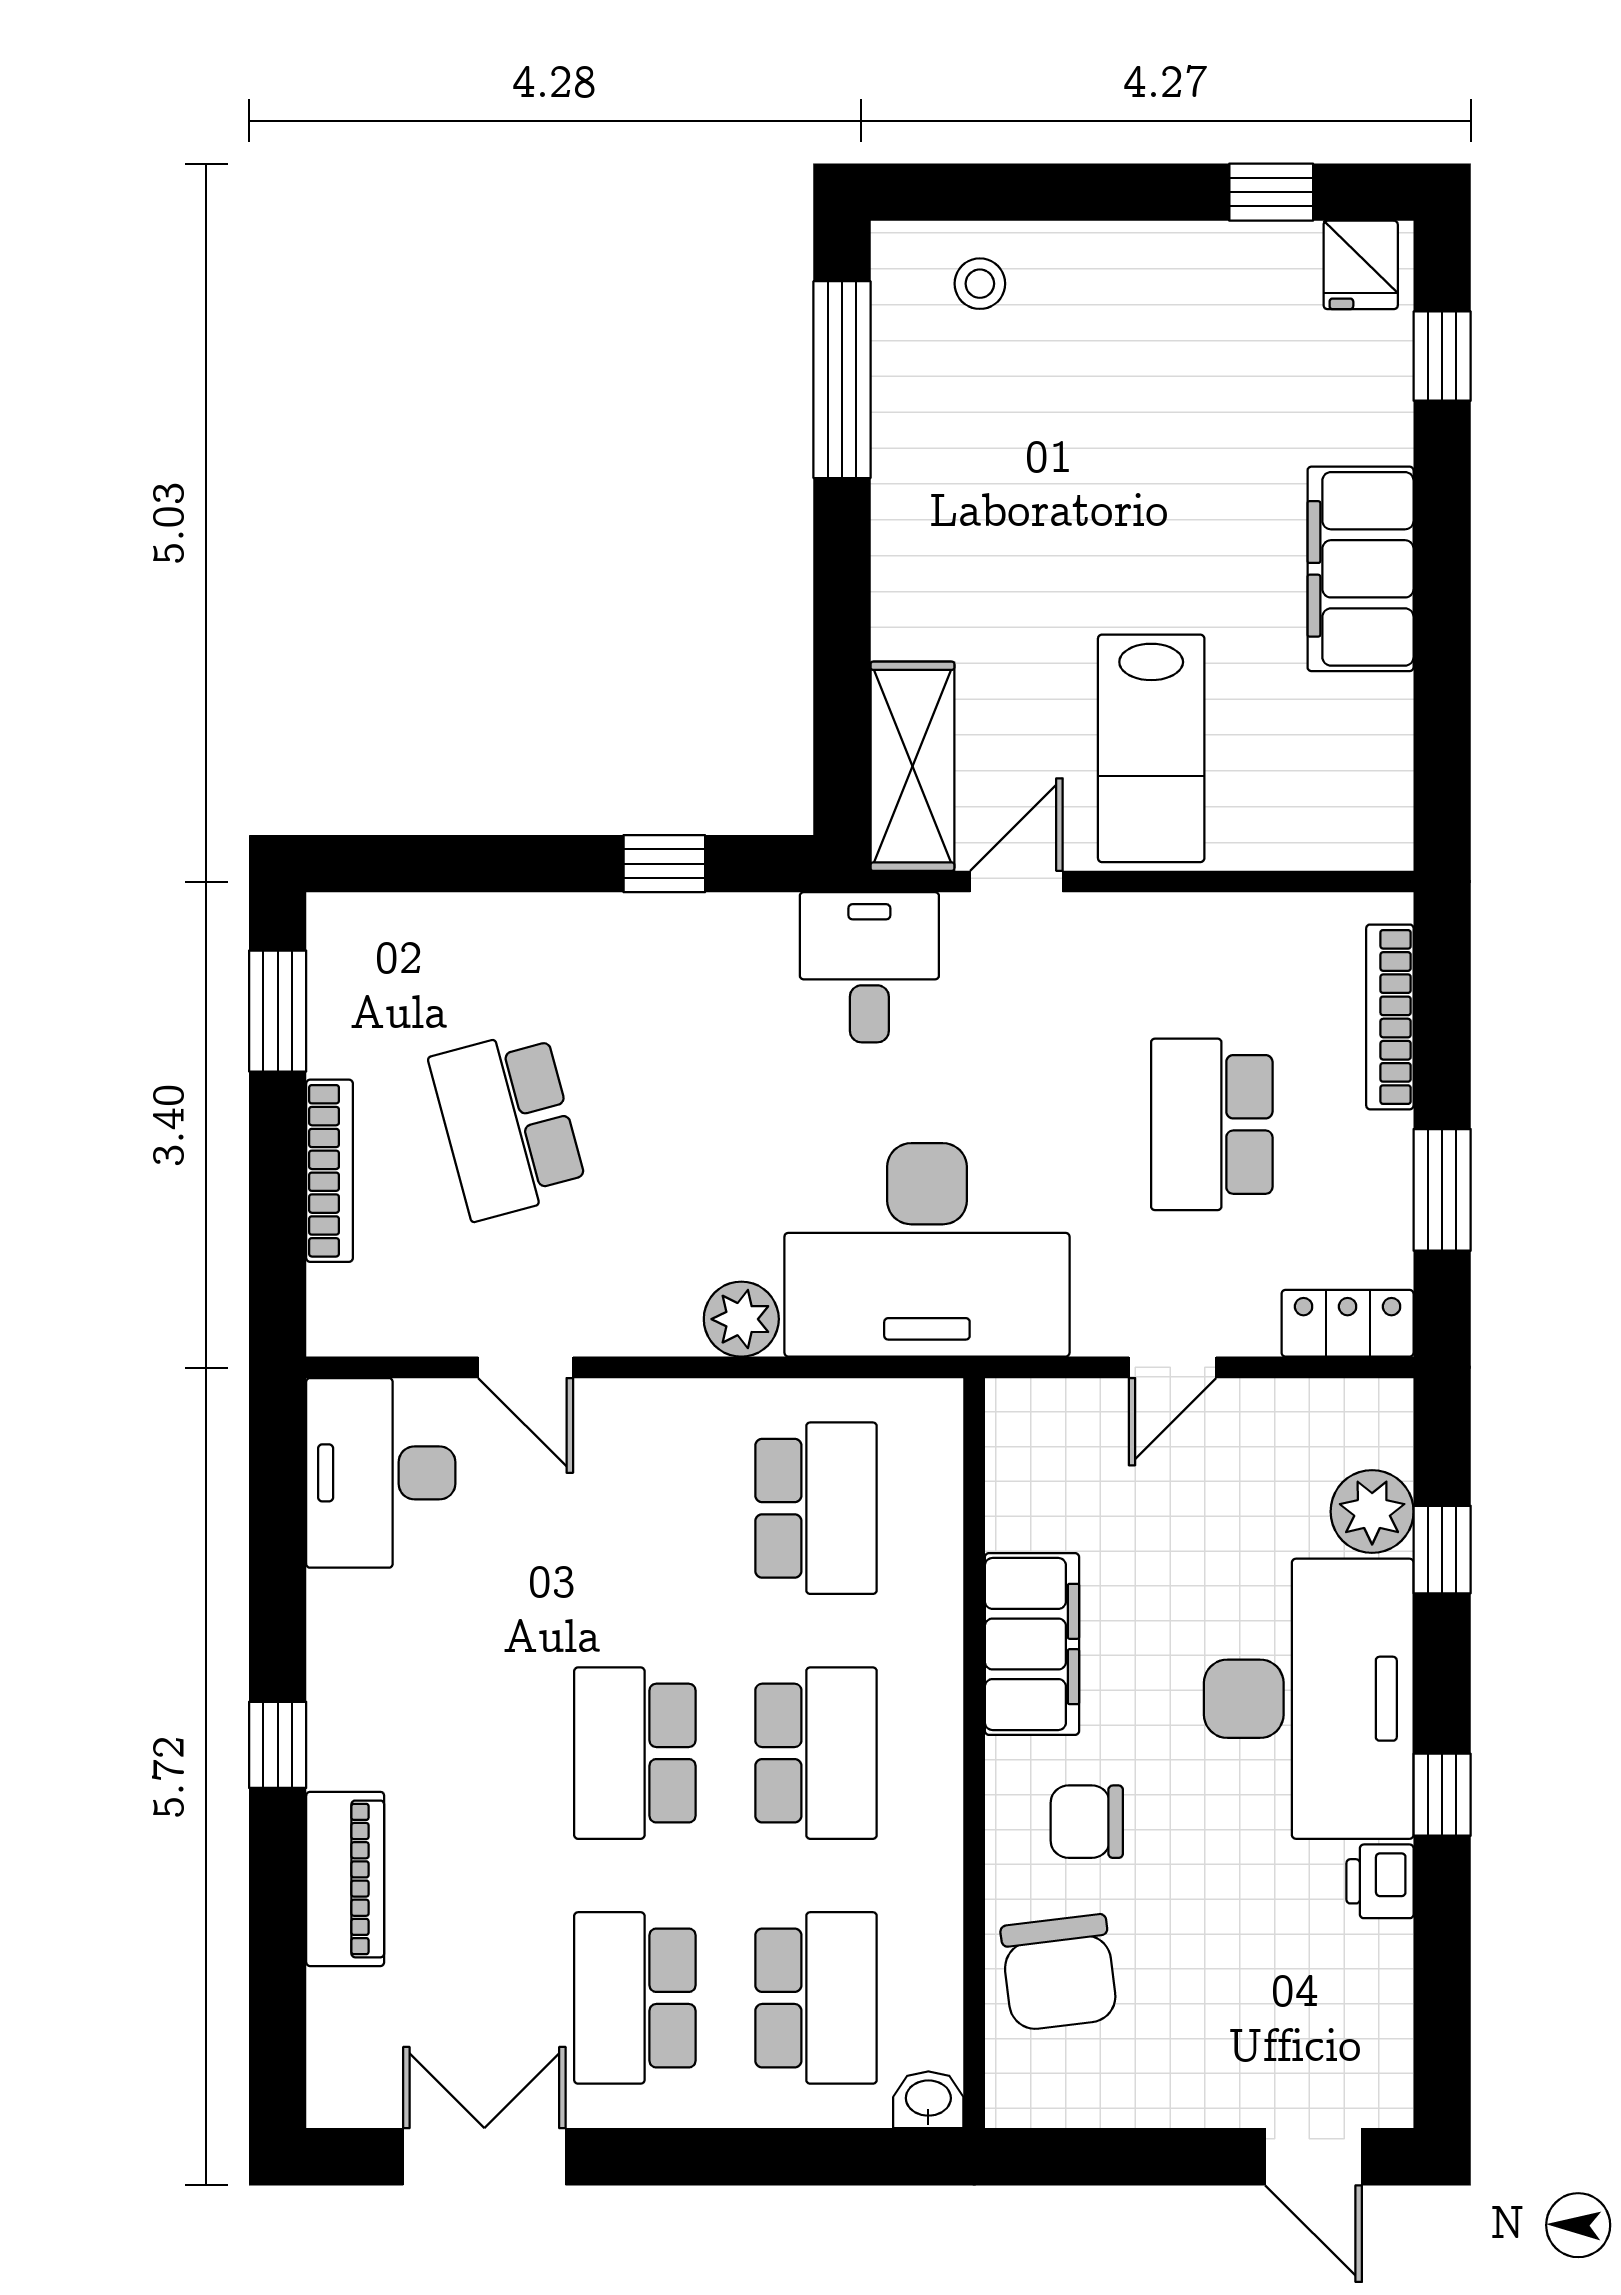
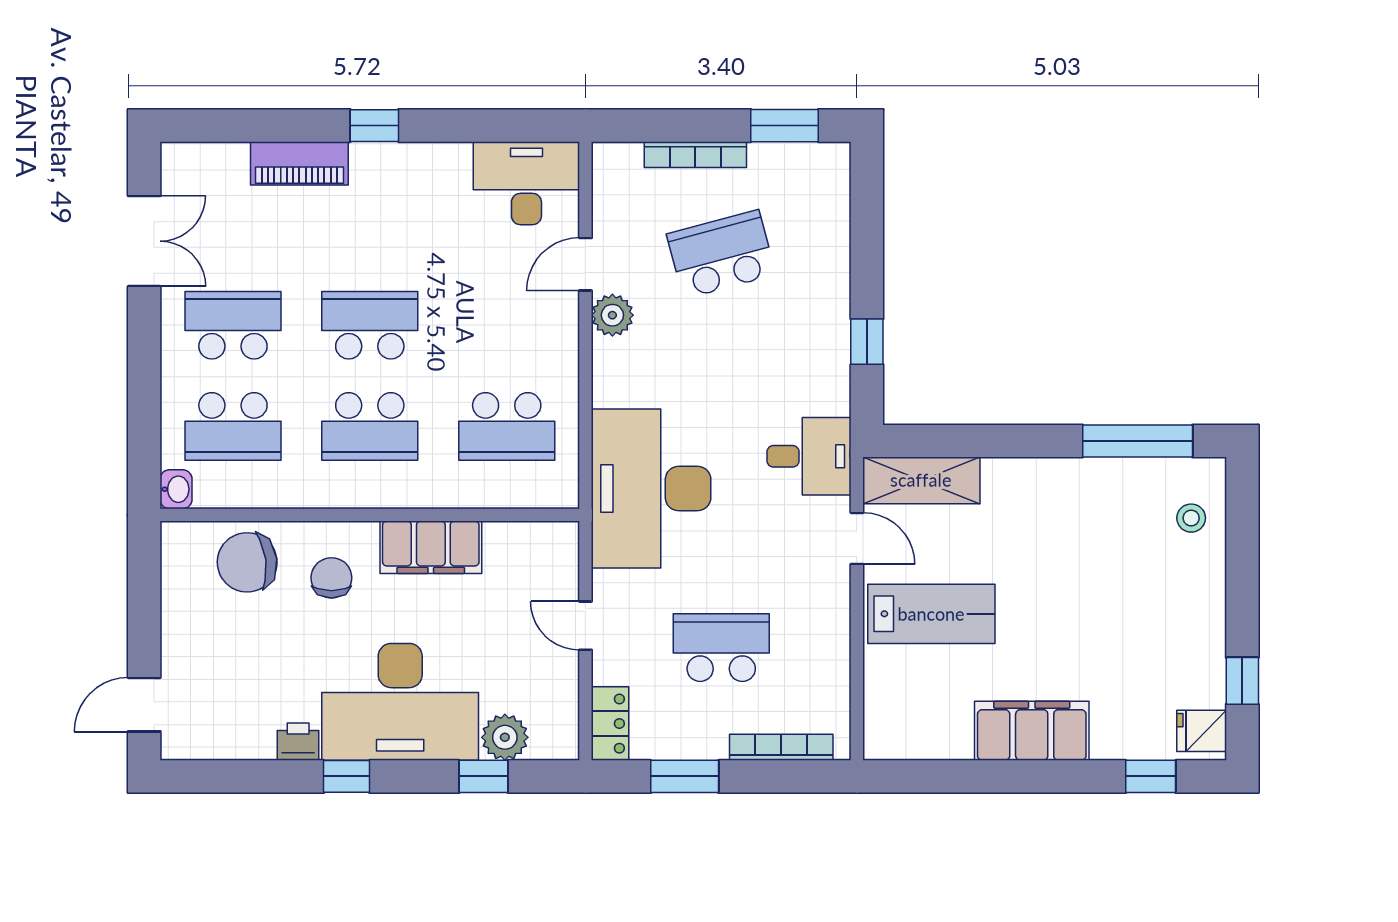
lab bench: (1151, 748) -> (931, 614), turned 180
plant: (741, 1319) -> (612, 315), moved

